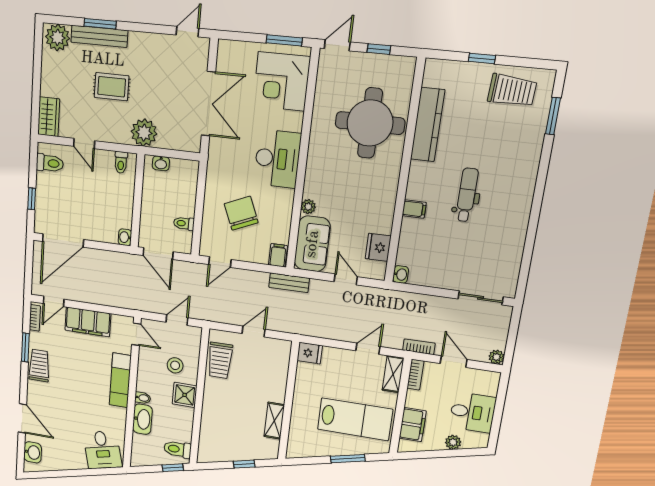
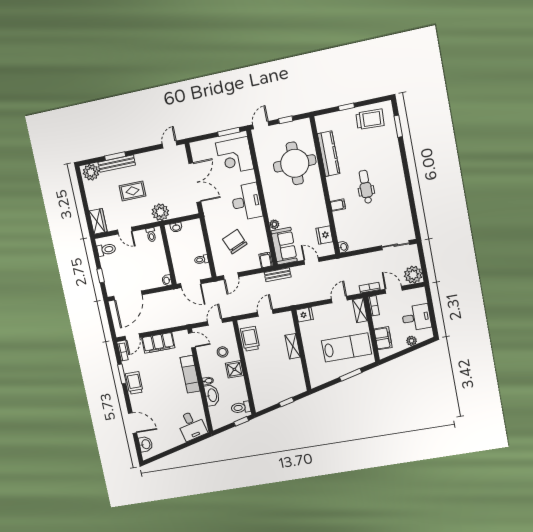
plant: (496, 357) -> (413, 275), width x1.88, depth x1.88
trolley: (220, 360) -> (250, 339), turned 180
shelving: (274, 421) -> (293, 346), moved

